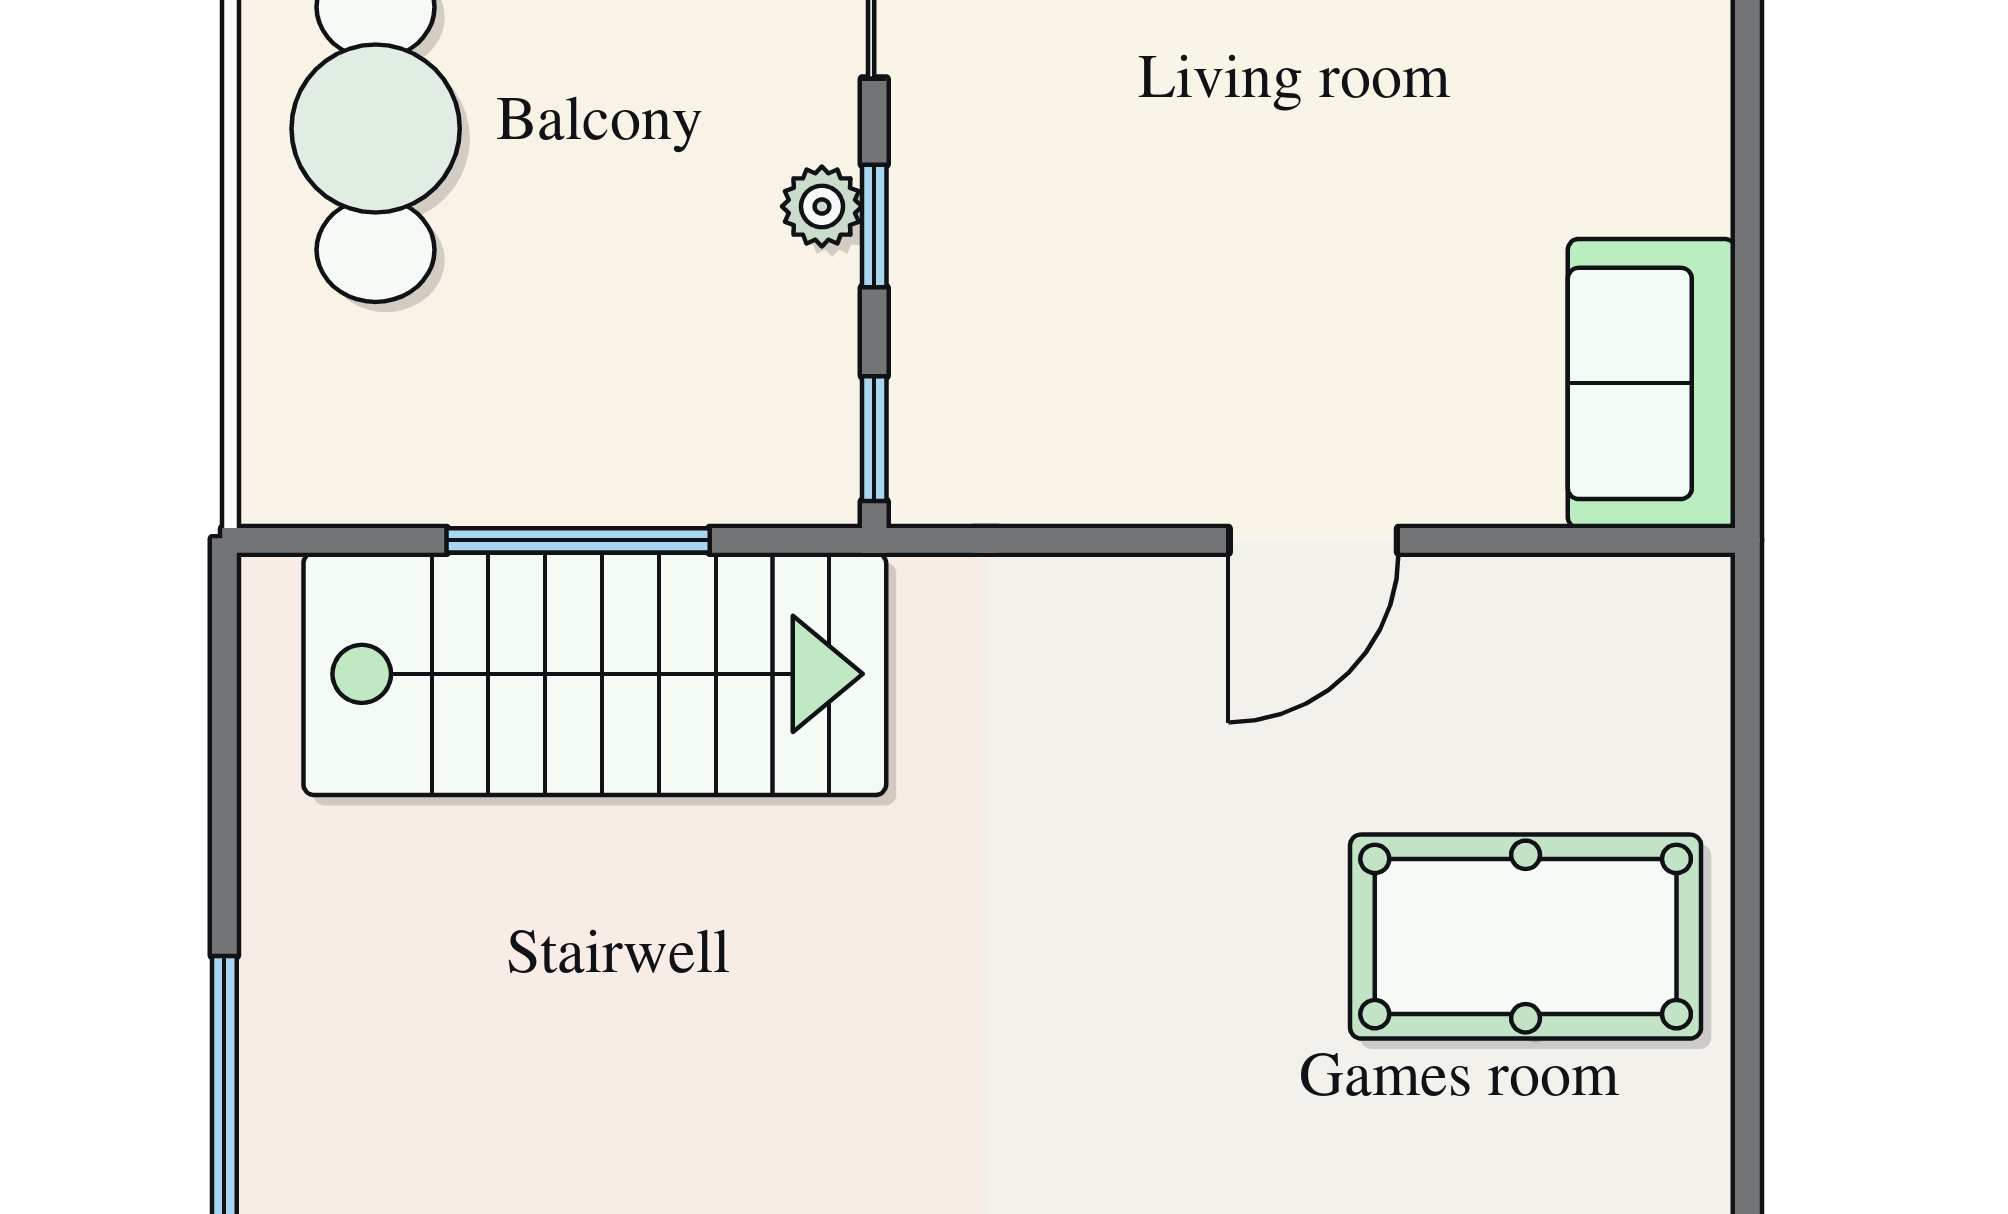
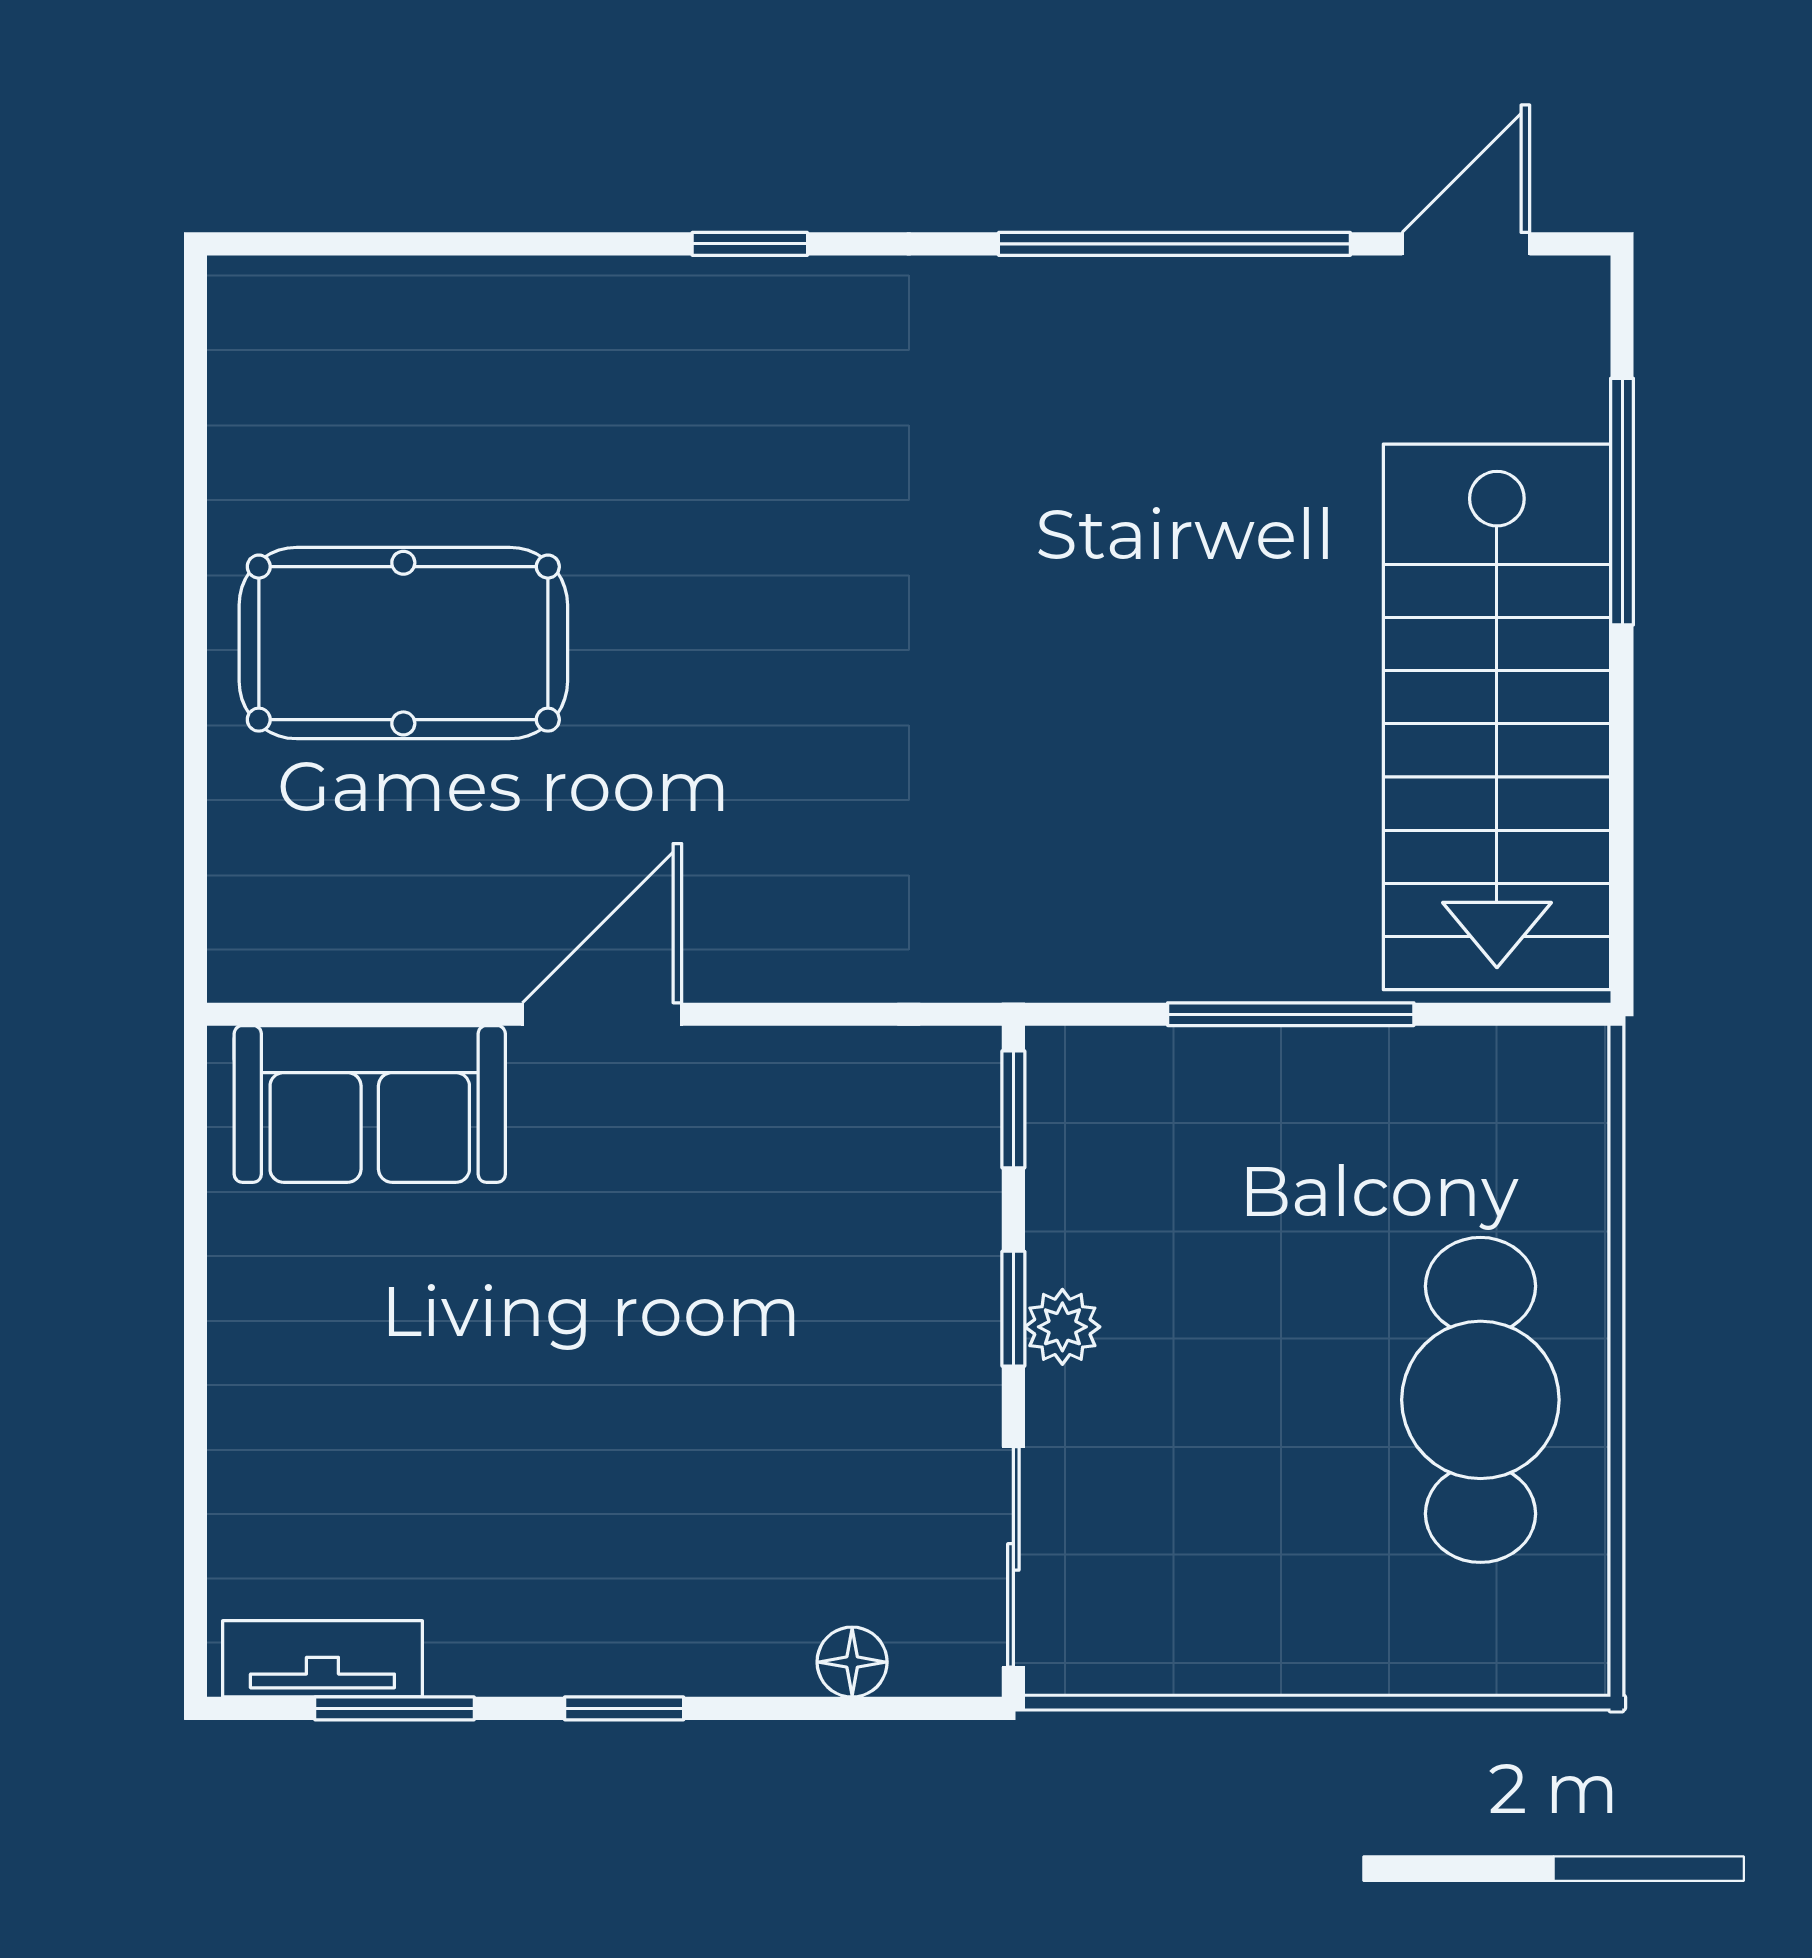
sofa: (1652, 383) -> (370, 1104), moved, turned 90
stairs: (595, 674) -> (1497, 717), moved, turned -90

